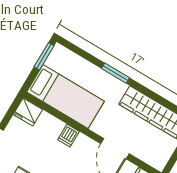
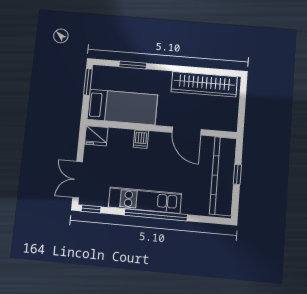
window: (115, 73) -> (133, 65), moved

